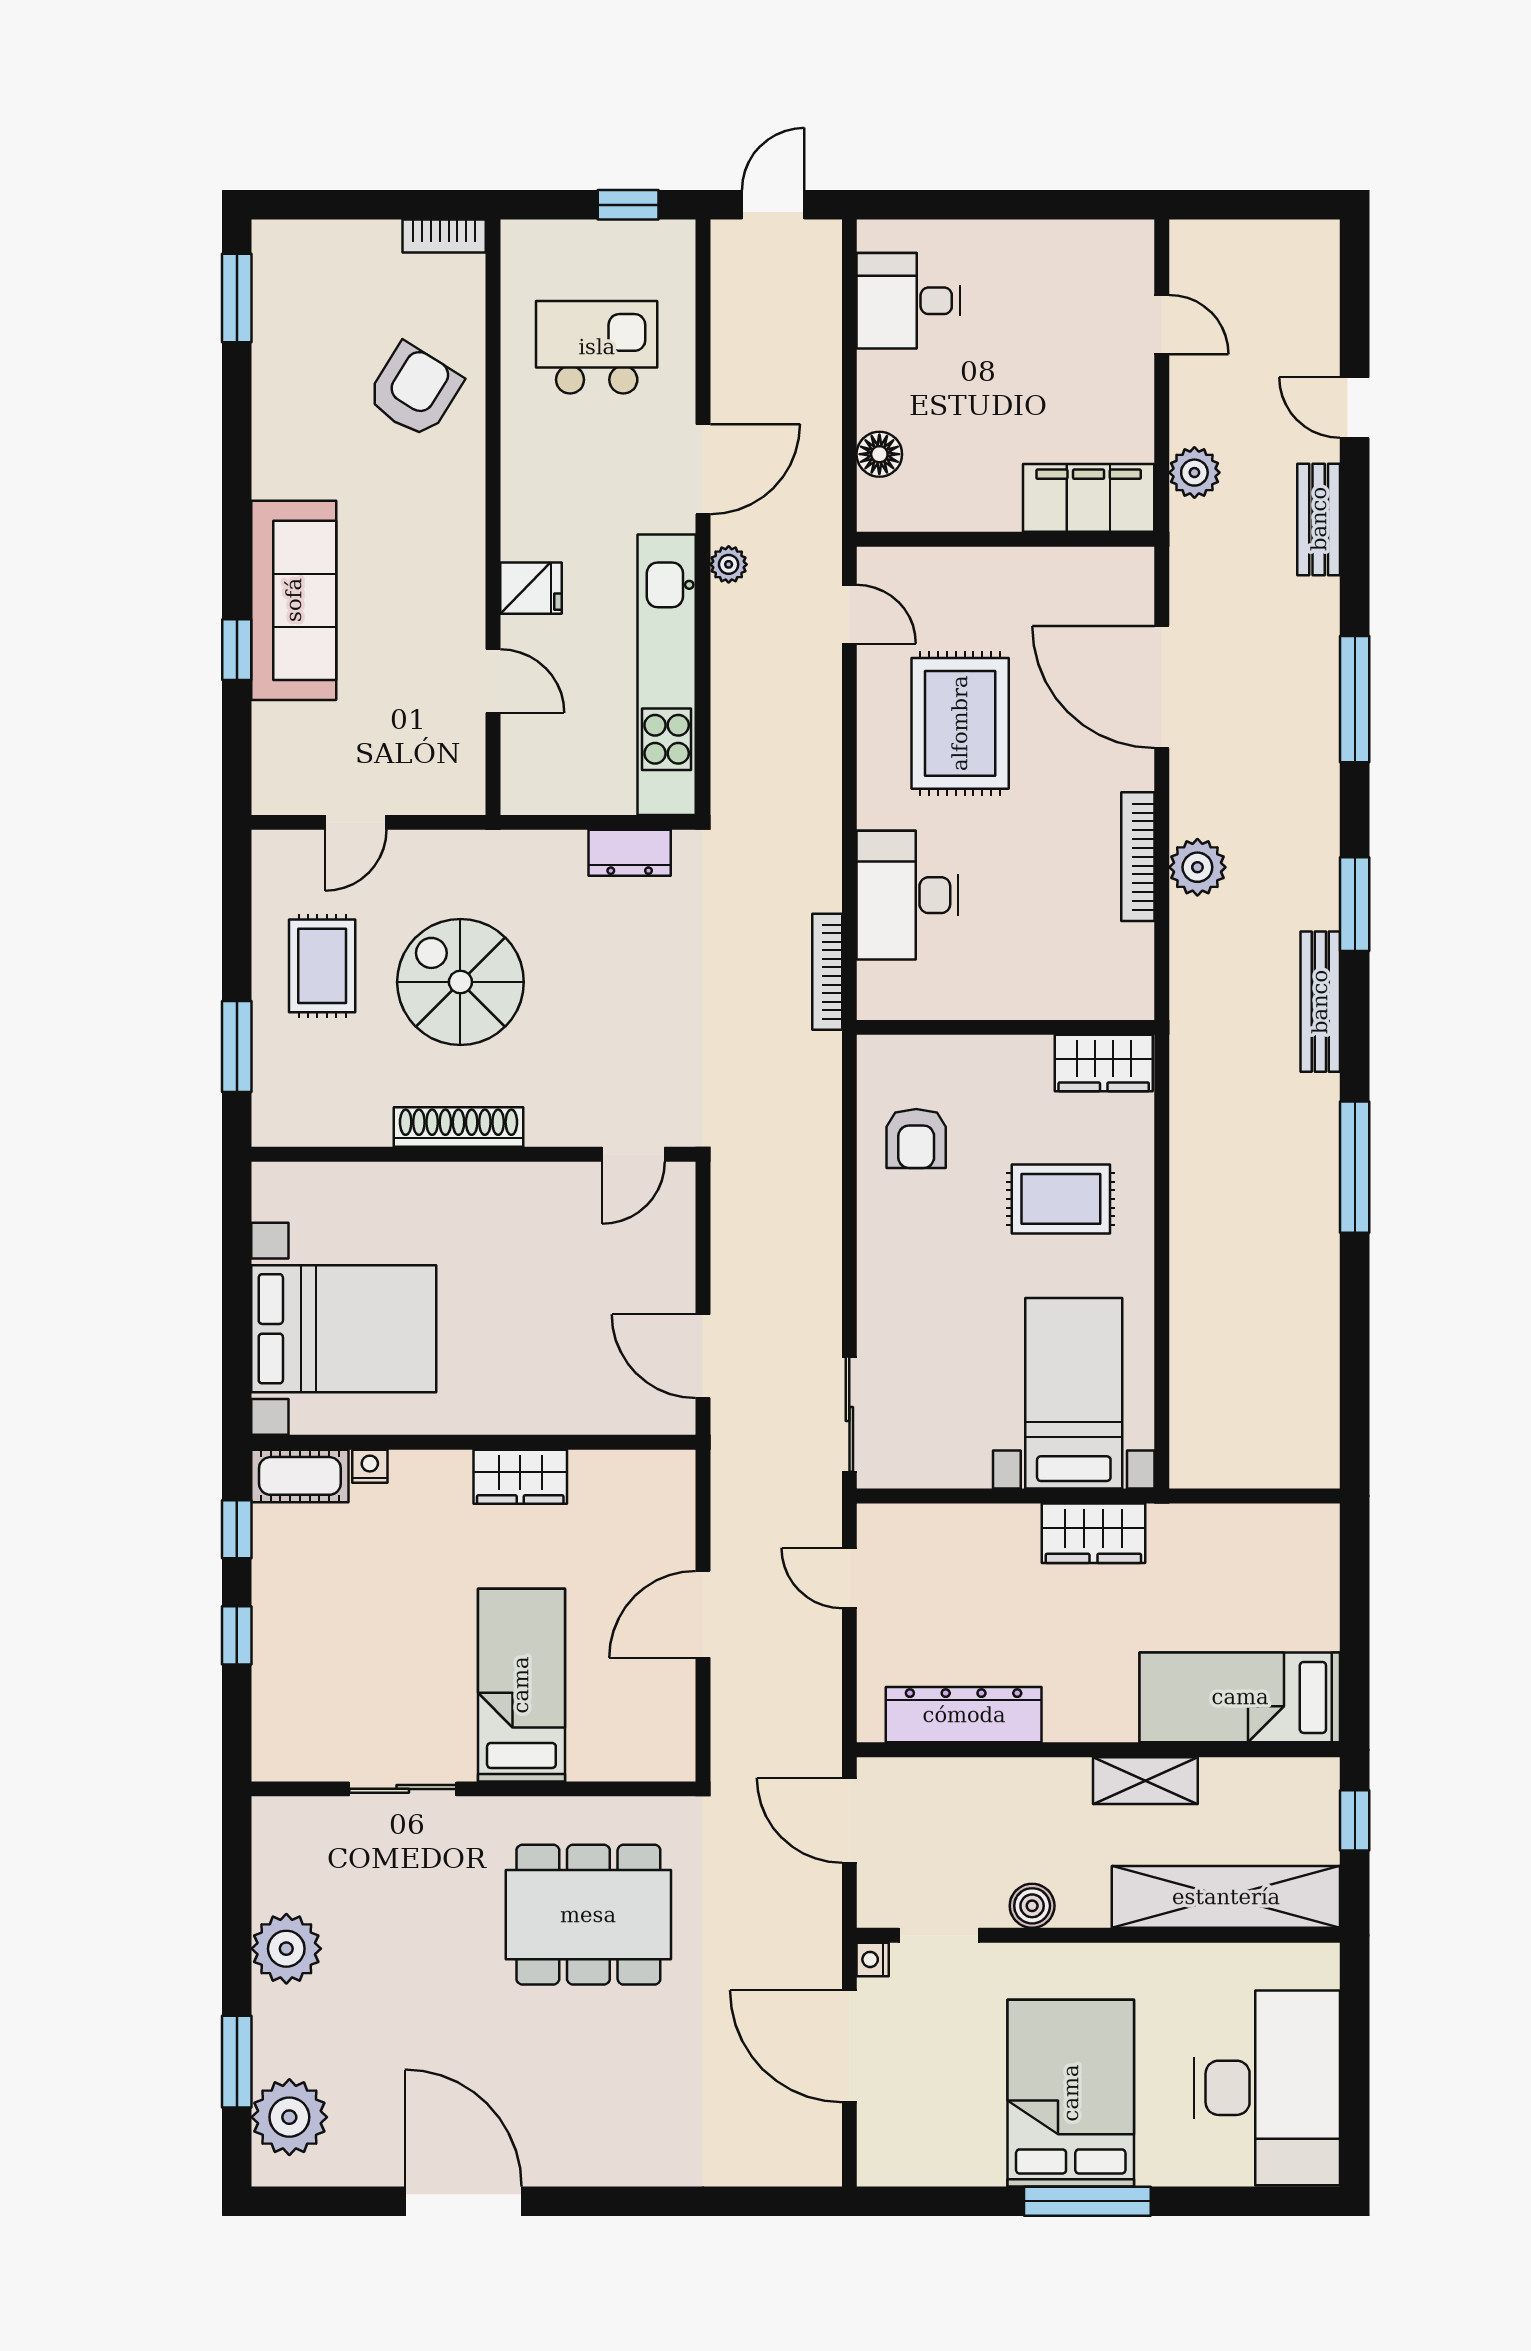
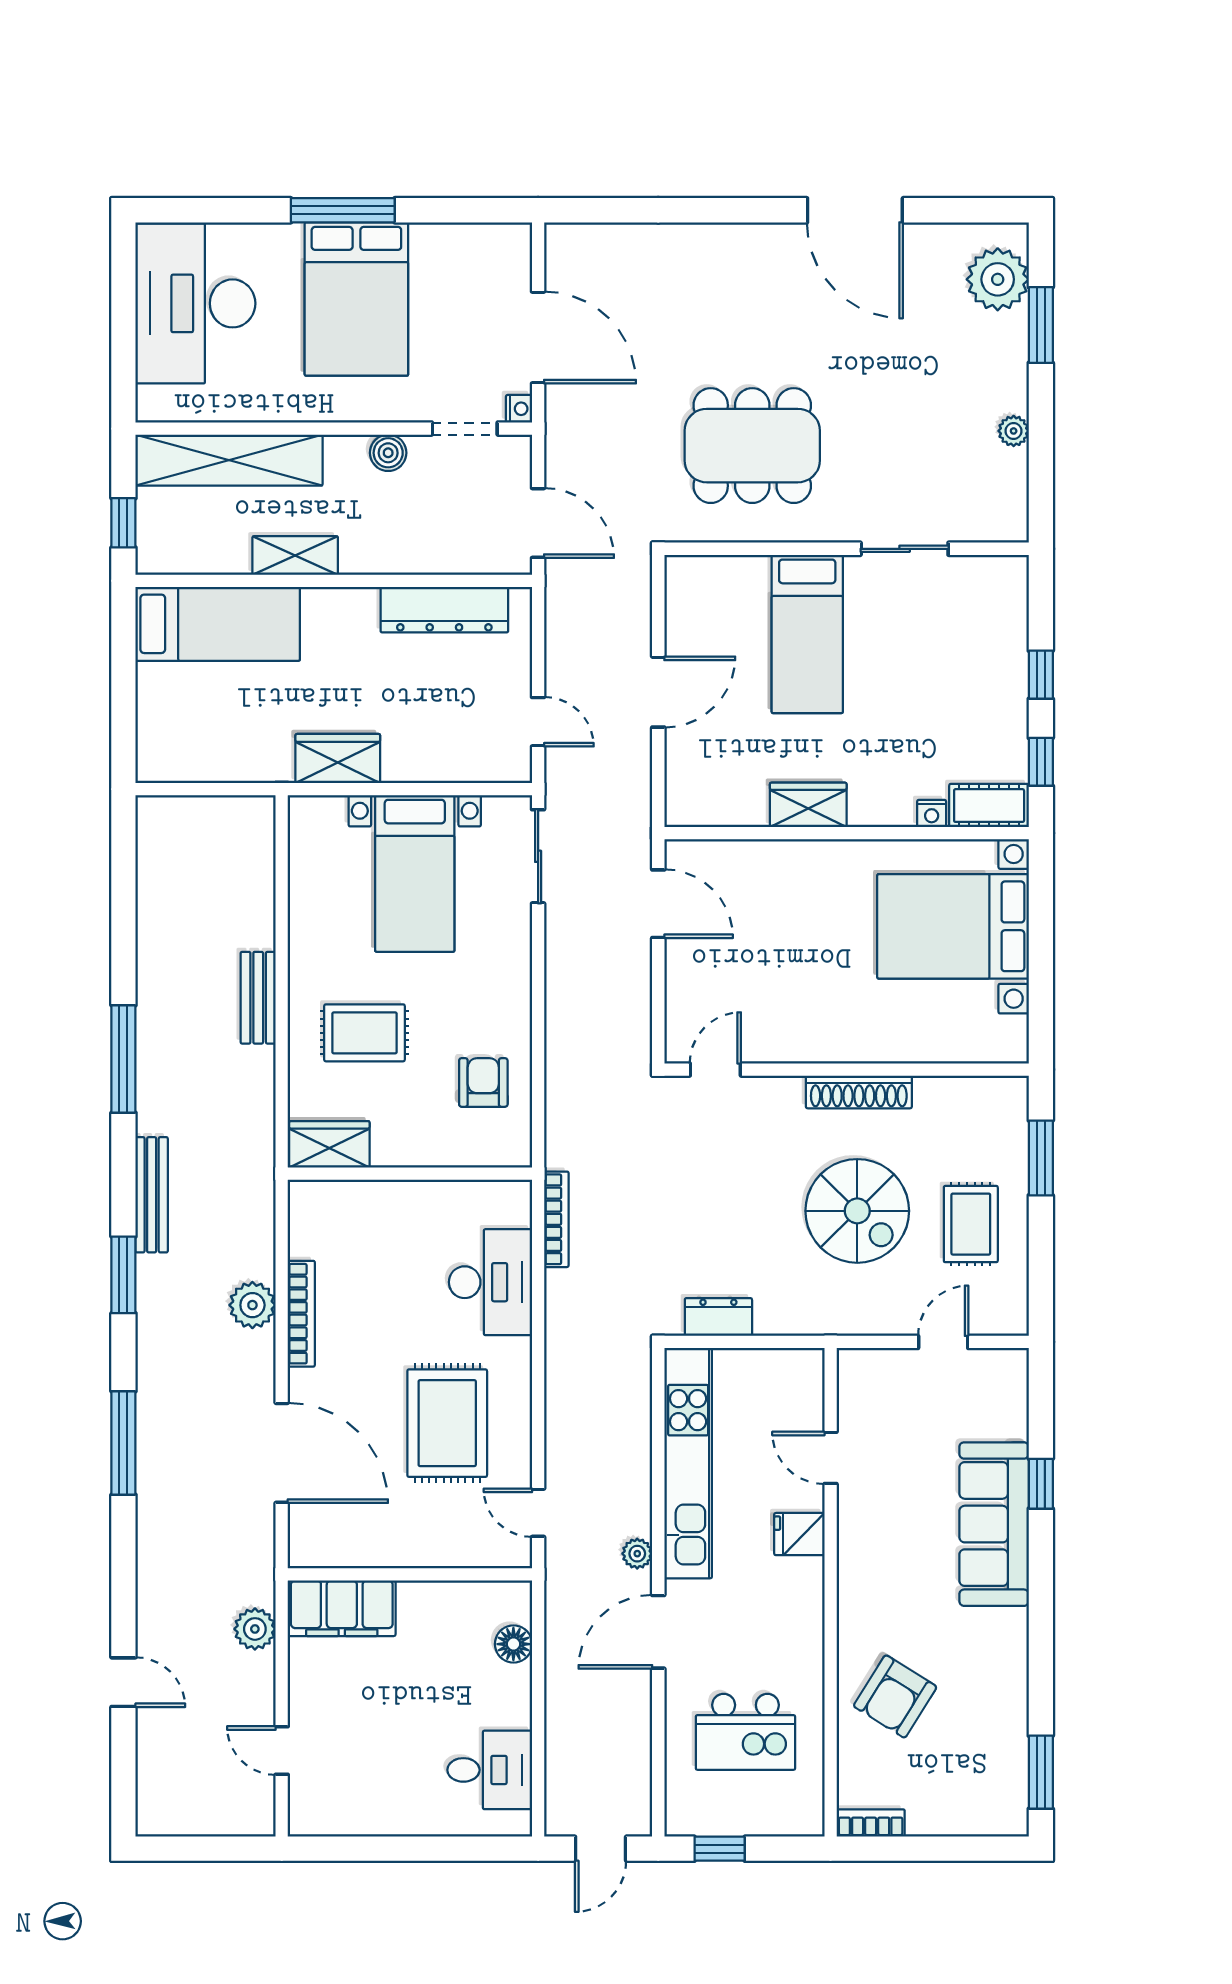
bench: (1319, 519) -> (258, 998), moved
bed with nightstands: (1074, 1393) -> (415, 873), moved
plant: (286, 1949) -> (1014, 431), width x0.53, depth x0.53

